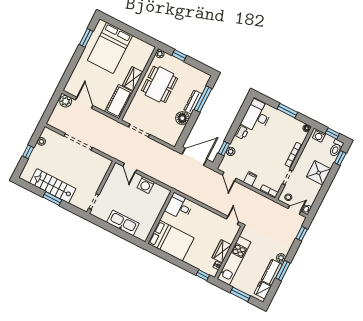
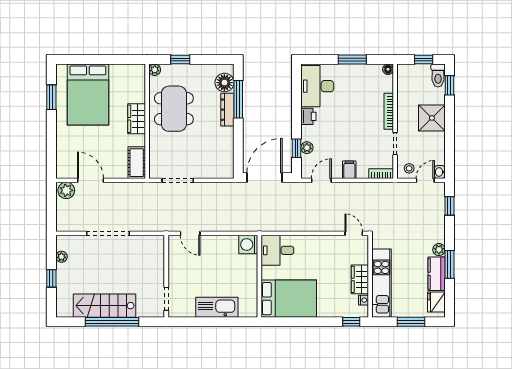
cot: (119, 102) -> (137, 163), width x0.73, depth x0.75
floor lamp: (182, 118) -> (224, 83), moved
washing machine: (319, 136) -> (408, 71), removed
door: (229, 177) -> (321, 180), swing flipped
washing machine: (146, 185) -> (248, 245), moved, turned 90
window: (52, 198) -> (112, 322), width x2.11

